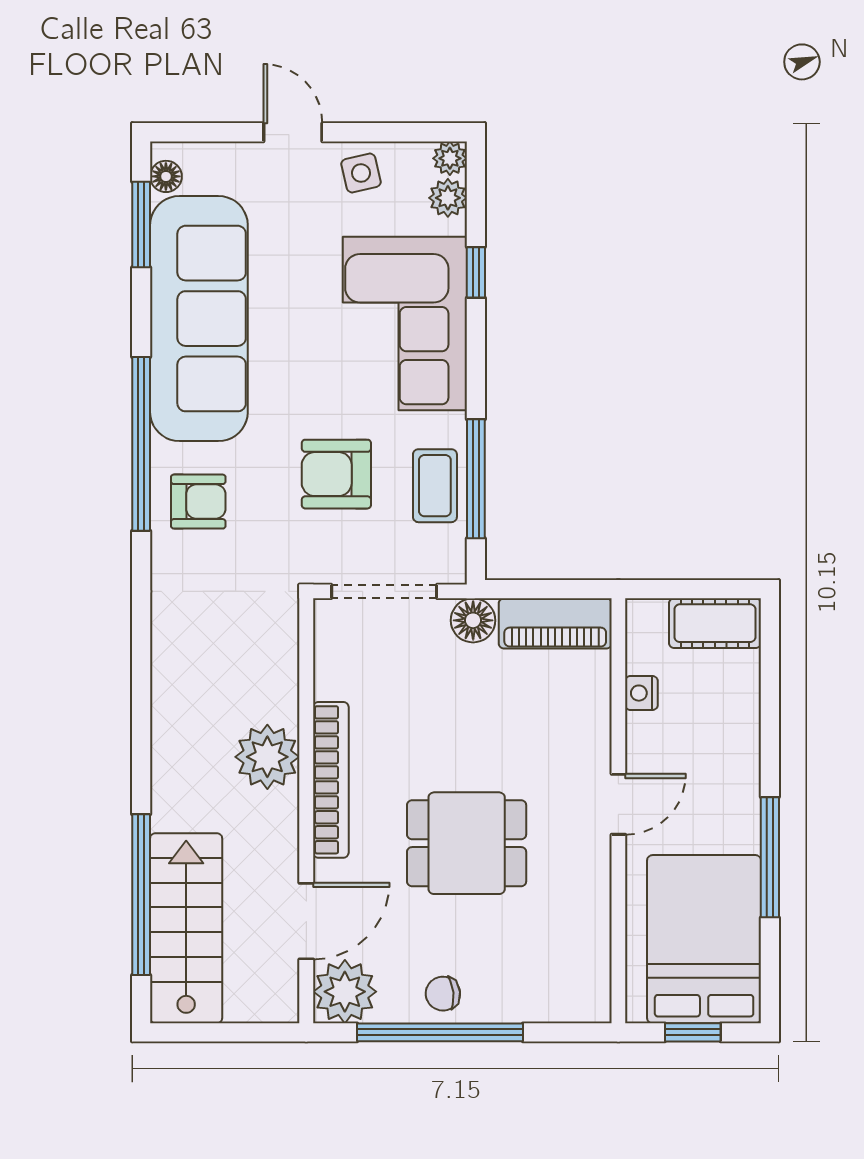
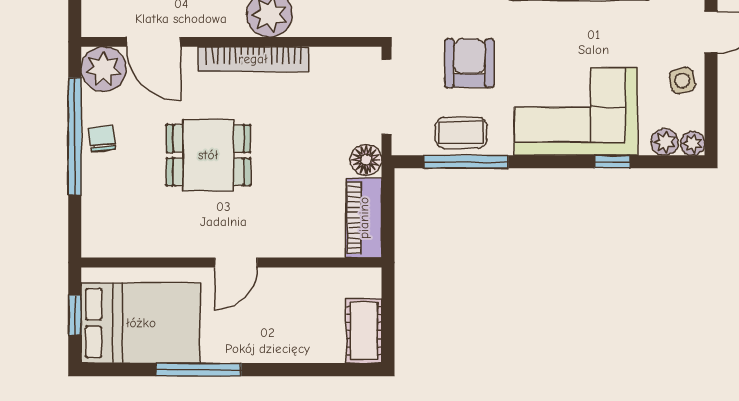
nightstand: (641, 693) -> (315, 279), removed
door: (618, 804) -> (236, 262), hinge flipped
dining table: (467, 843) -> (208, 155), turned 90

